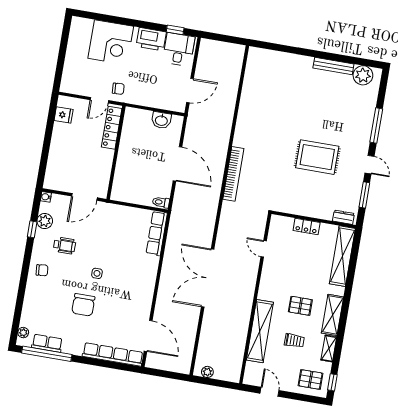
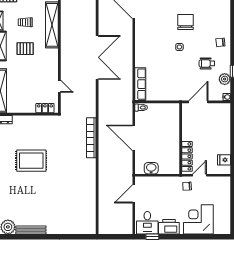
locker: (307, 226) -> (45, 108), moved

